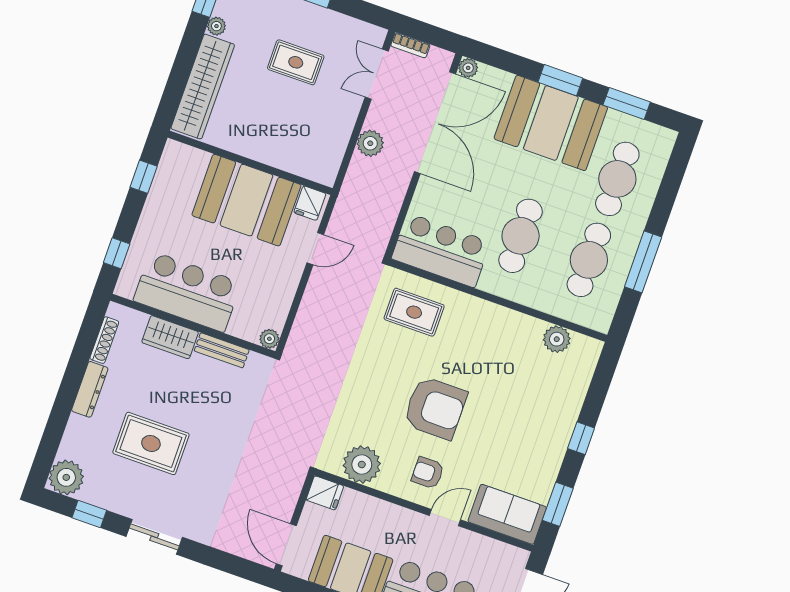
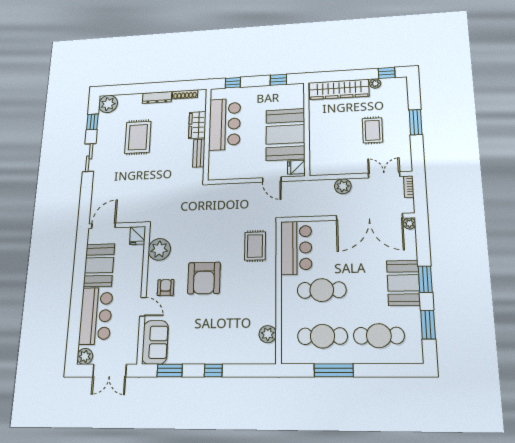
booth: (551, 123) -> (403, 283), width x0.73, depth x0.70
plant: (269, 339) -> (213, 175), removed

